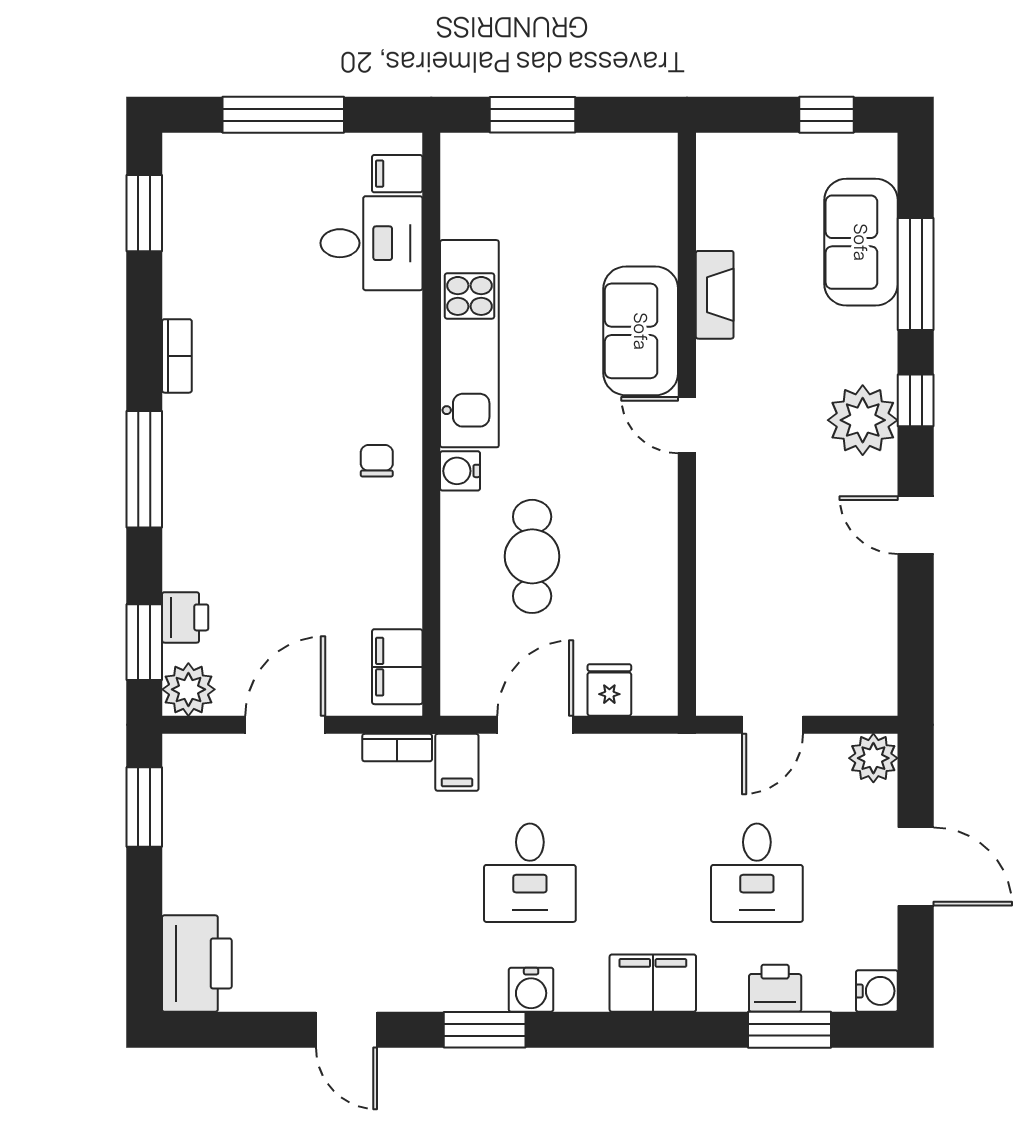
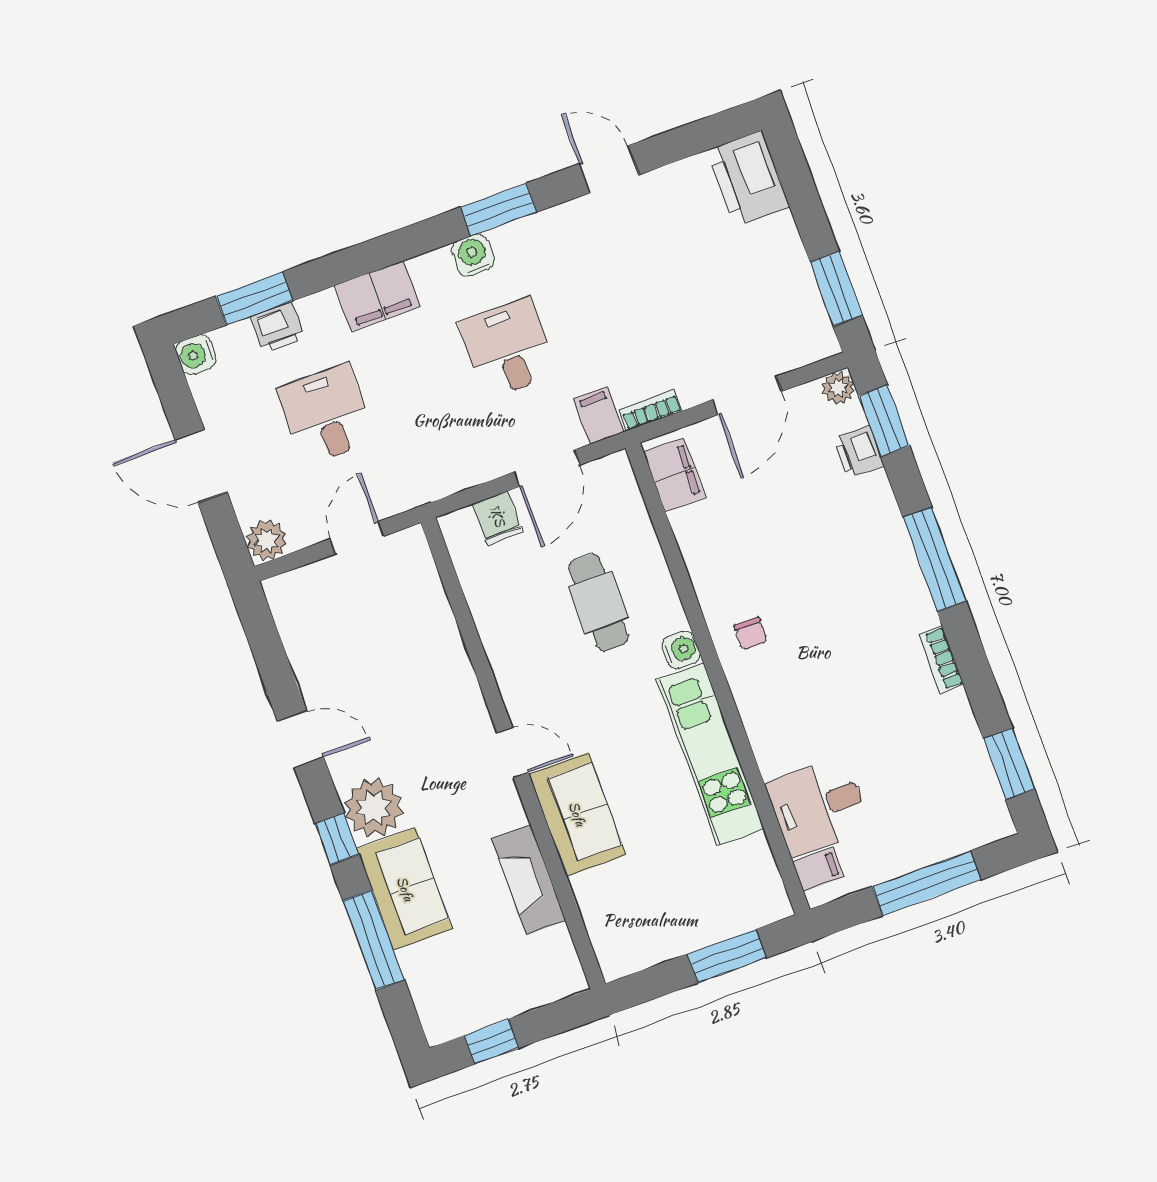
sofa: (861, 242) -> (405, 889), moved
fireplace: (715, 295) -> (528, 880), width x1.37, depth x1.32
plant: (188, 689) -> (838, 388), width x0.73, depth x0.73

